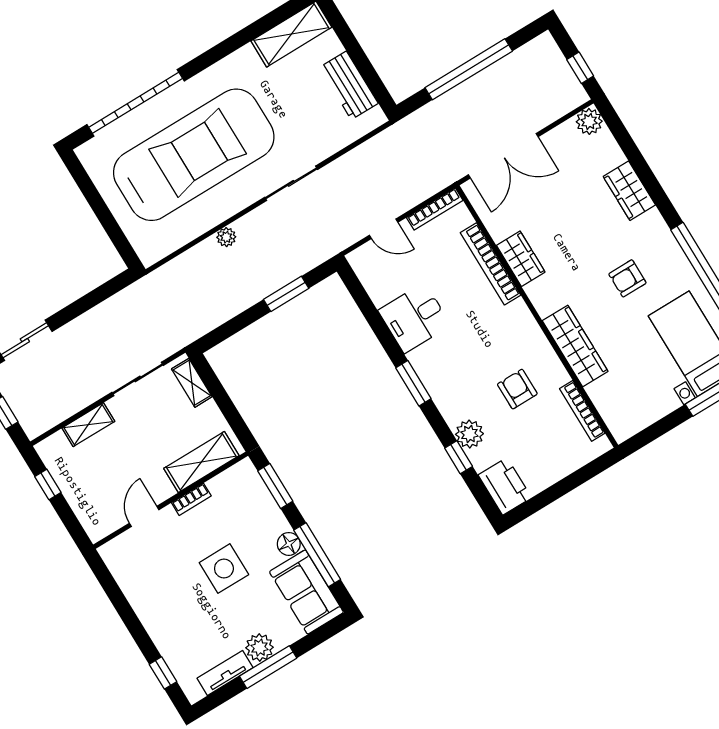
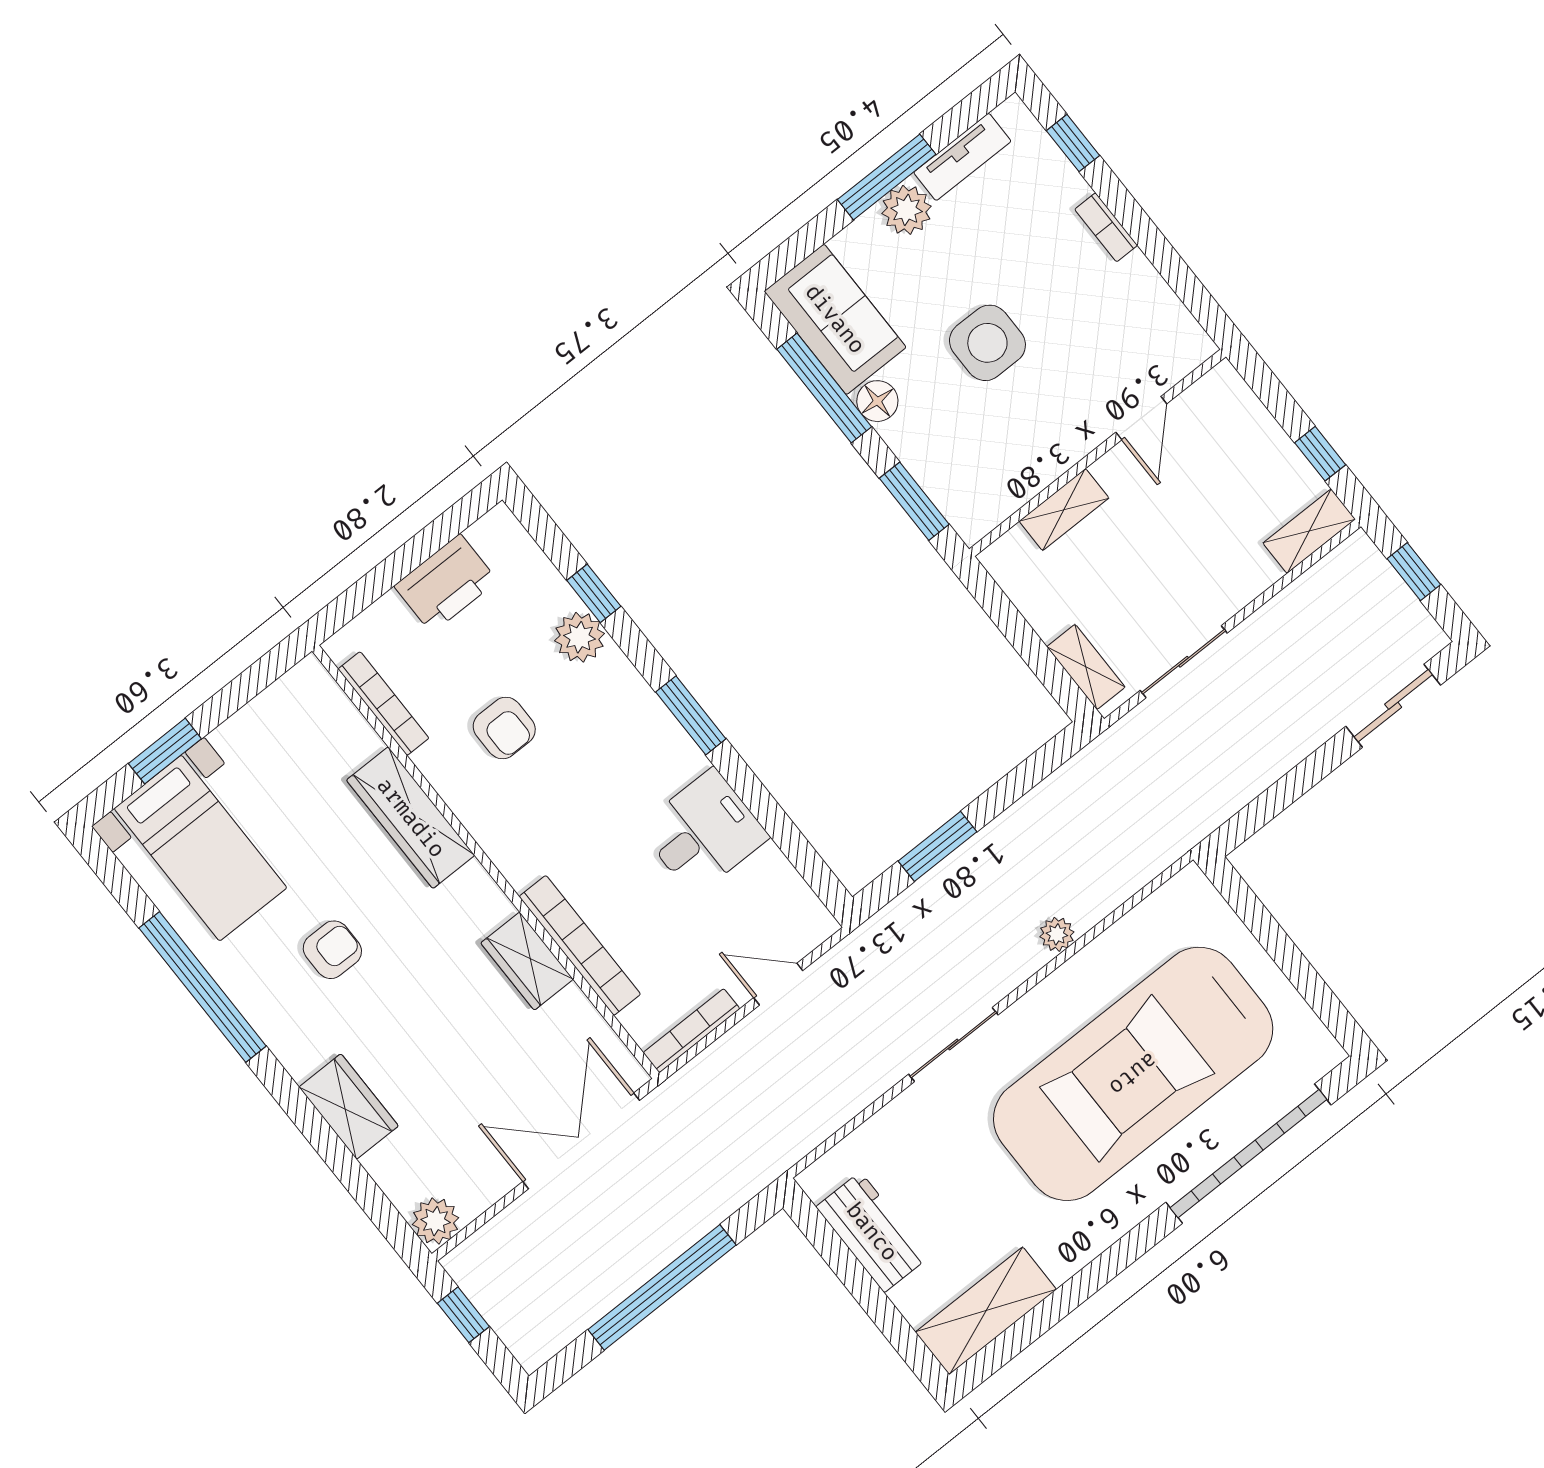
shelving: (88, 425) -> (1309, 531), moved
shelving: (201, 462) -> (1064, 510), width x0.67, depth x0.75
printer: (505, 486) -> (446, 583), moved, turned -90
bookcase: (191, 499) -> (1106, 227), moved, turned -90

